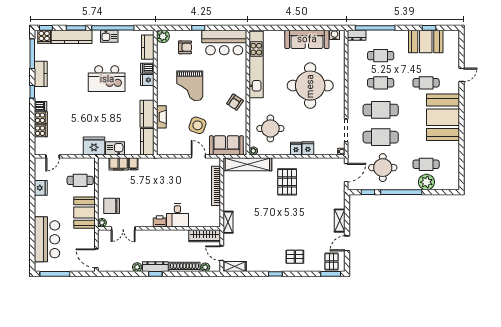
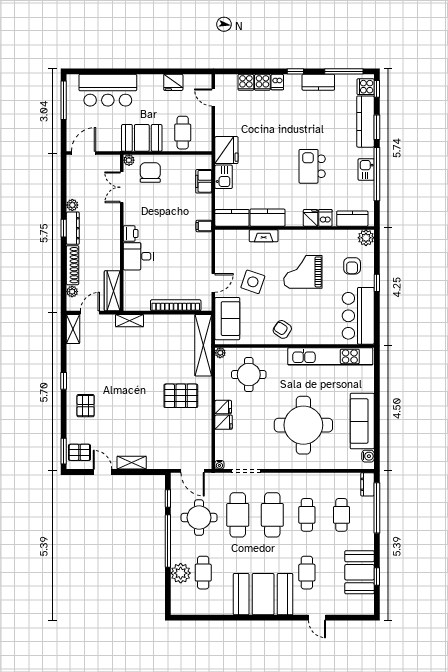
kitchen island: (107, 79) -> (312, 166), width x0.73, depth x0.78
filing cabinet: (133, 164) -> (204, 226), moved

